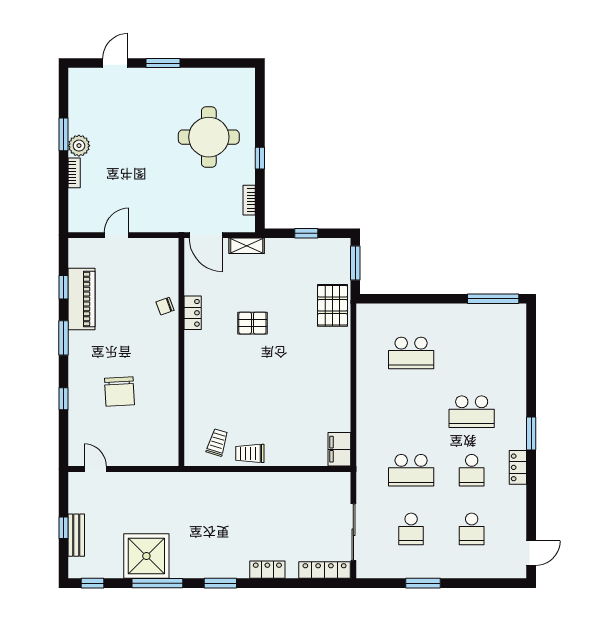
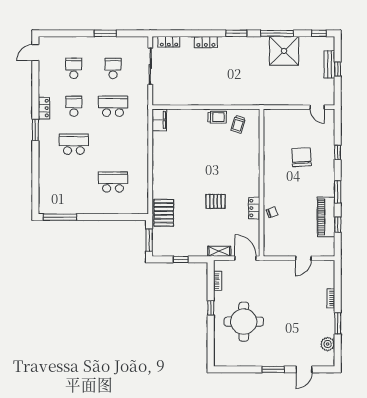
plant: (79, 146) -> (328, 344), moved
locker: (325, 570) -> (169, 42), width x0.66

